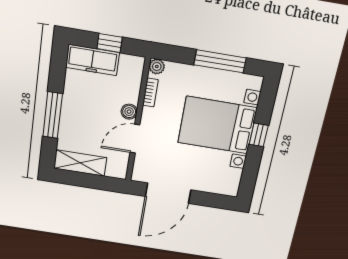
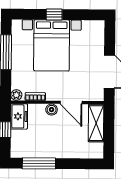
freezer: (93, 60) -> (19, 116), moved, width x0.71
window: (53, 115) -> (39, 163), moved
shelving: (80, 163) -> (96, 123), moved

